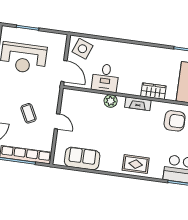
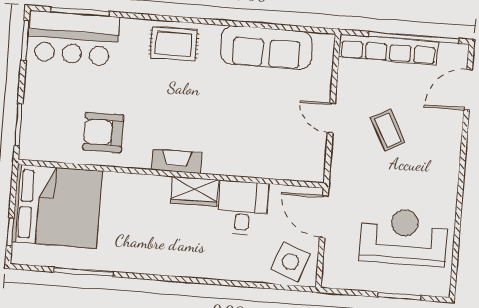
wardrobe: (153, 91) -> (195, 191), moved
plant: (111, 101) -> (230, 163), removed
sofa: (82, 158) -> (266, 48), width x1.36

